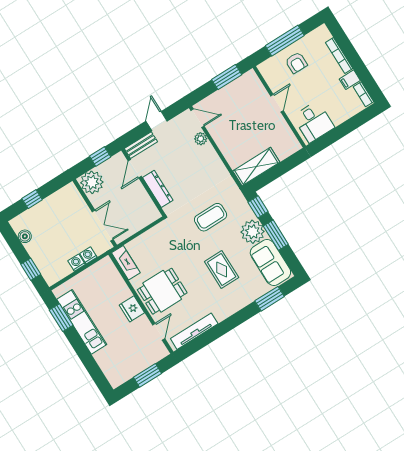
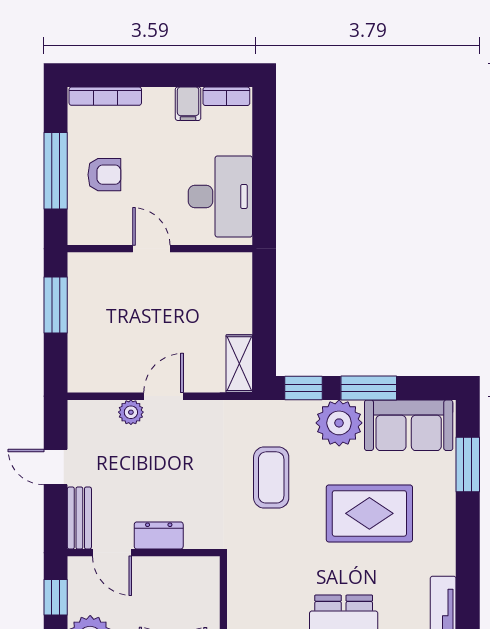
bookcase: (339, 56) -> (105, 96), moved
door: (197, 118) -> (164, 396), moved
desk: (314, 122) -> (220, 196), width x1.37
shelving: (256, 167) -> (239, 364), width x0.67, depth x0.75
dresser: (158, 189) -> (159, 535), width x0.70
rug: (222, 269) -> (369, 513), width x1.36, depth x1.43

